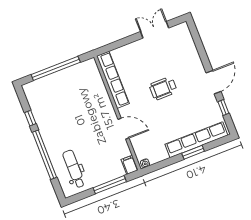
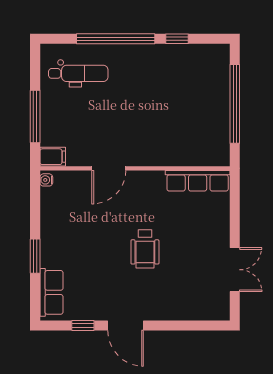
row of seats: (113, 80) -> (198, 181), width x0.73
wheelchair: (163, 88) -> (145, 249), turned 180
row of seats: (196, 140) -> (51, 292), width x0.50

